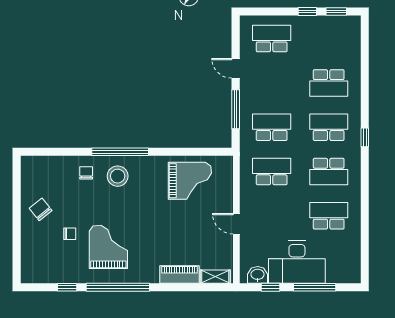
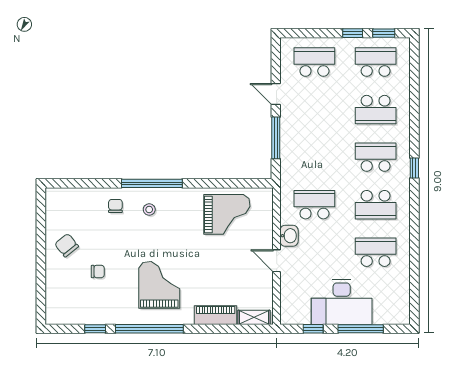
school desk: (272, 127) -> (376, 62), moved
stool: (118, 176) -> (149, 210), width x0.53, depth x0.53
grand piano: (108, 247) -> (159, 285), moved
washbasin: (258, 275) -> (289, 236), moved, turned 90

